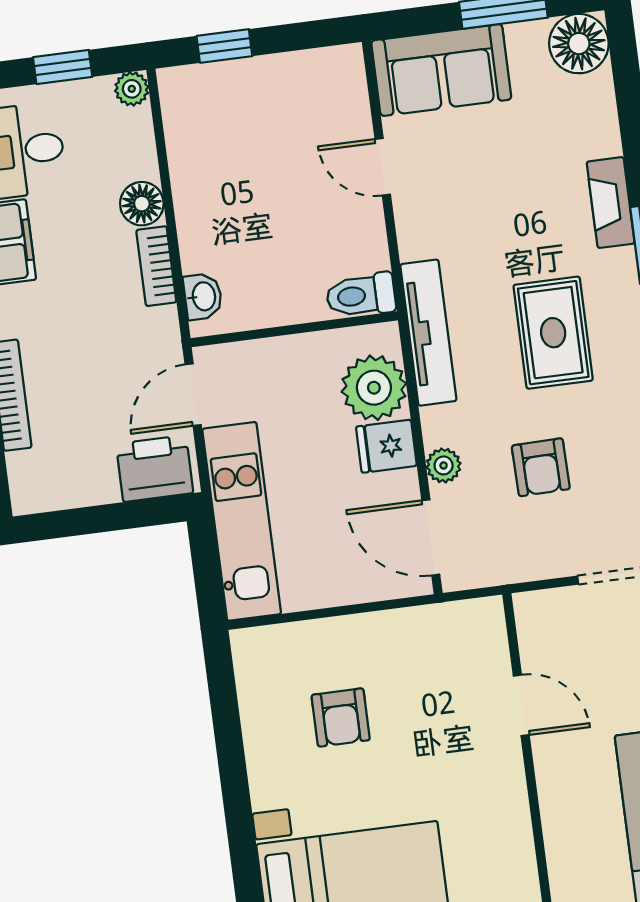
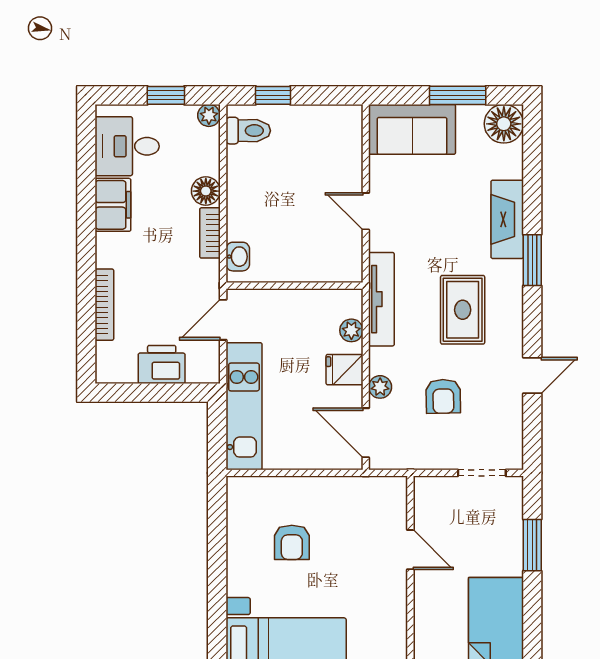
door: (383, 167) -> (366, 211), moved
fireplace: (611, 203) -> (507, 219), width x1.37, depth x1.32
toilet: (361, 295) -> (248, 131), moved, turned 180
plant: (374, 388) -> (351, 330), width x0.53, depth x0.53
printer: (155, 468) -> (162, 364), moved

